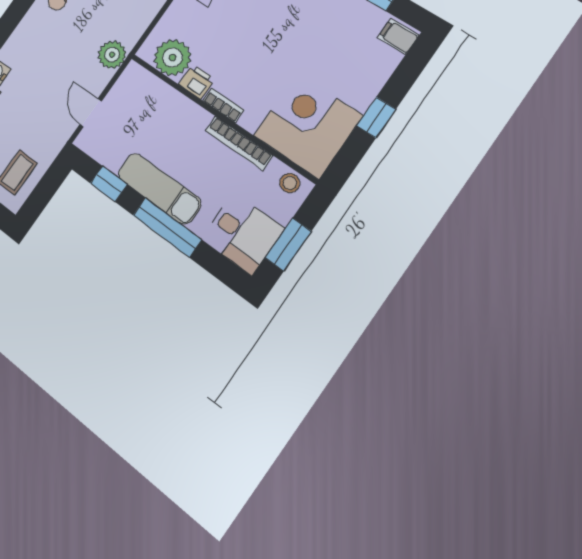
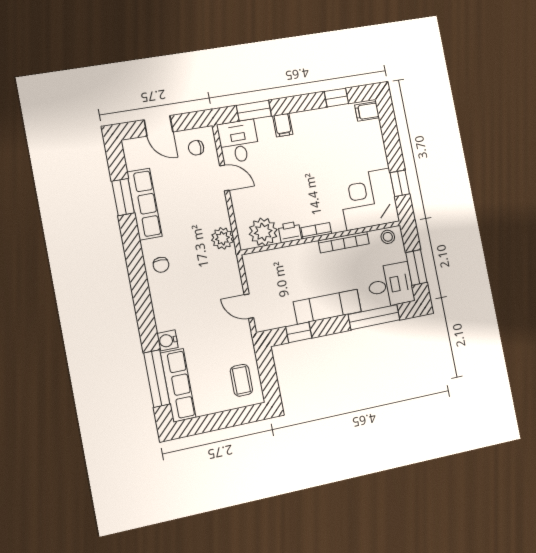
plant: (112, 55) -> (222, 238), moved
window: (376, 117) -> (400, 183), moved
window: (167, 227) -> (374, 317), moved

